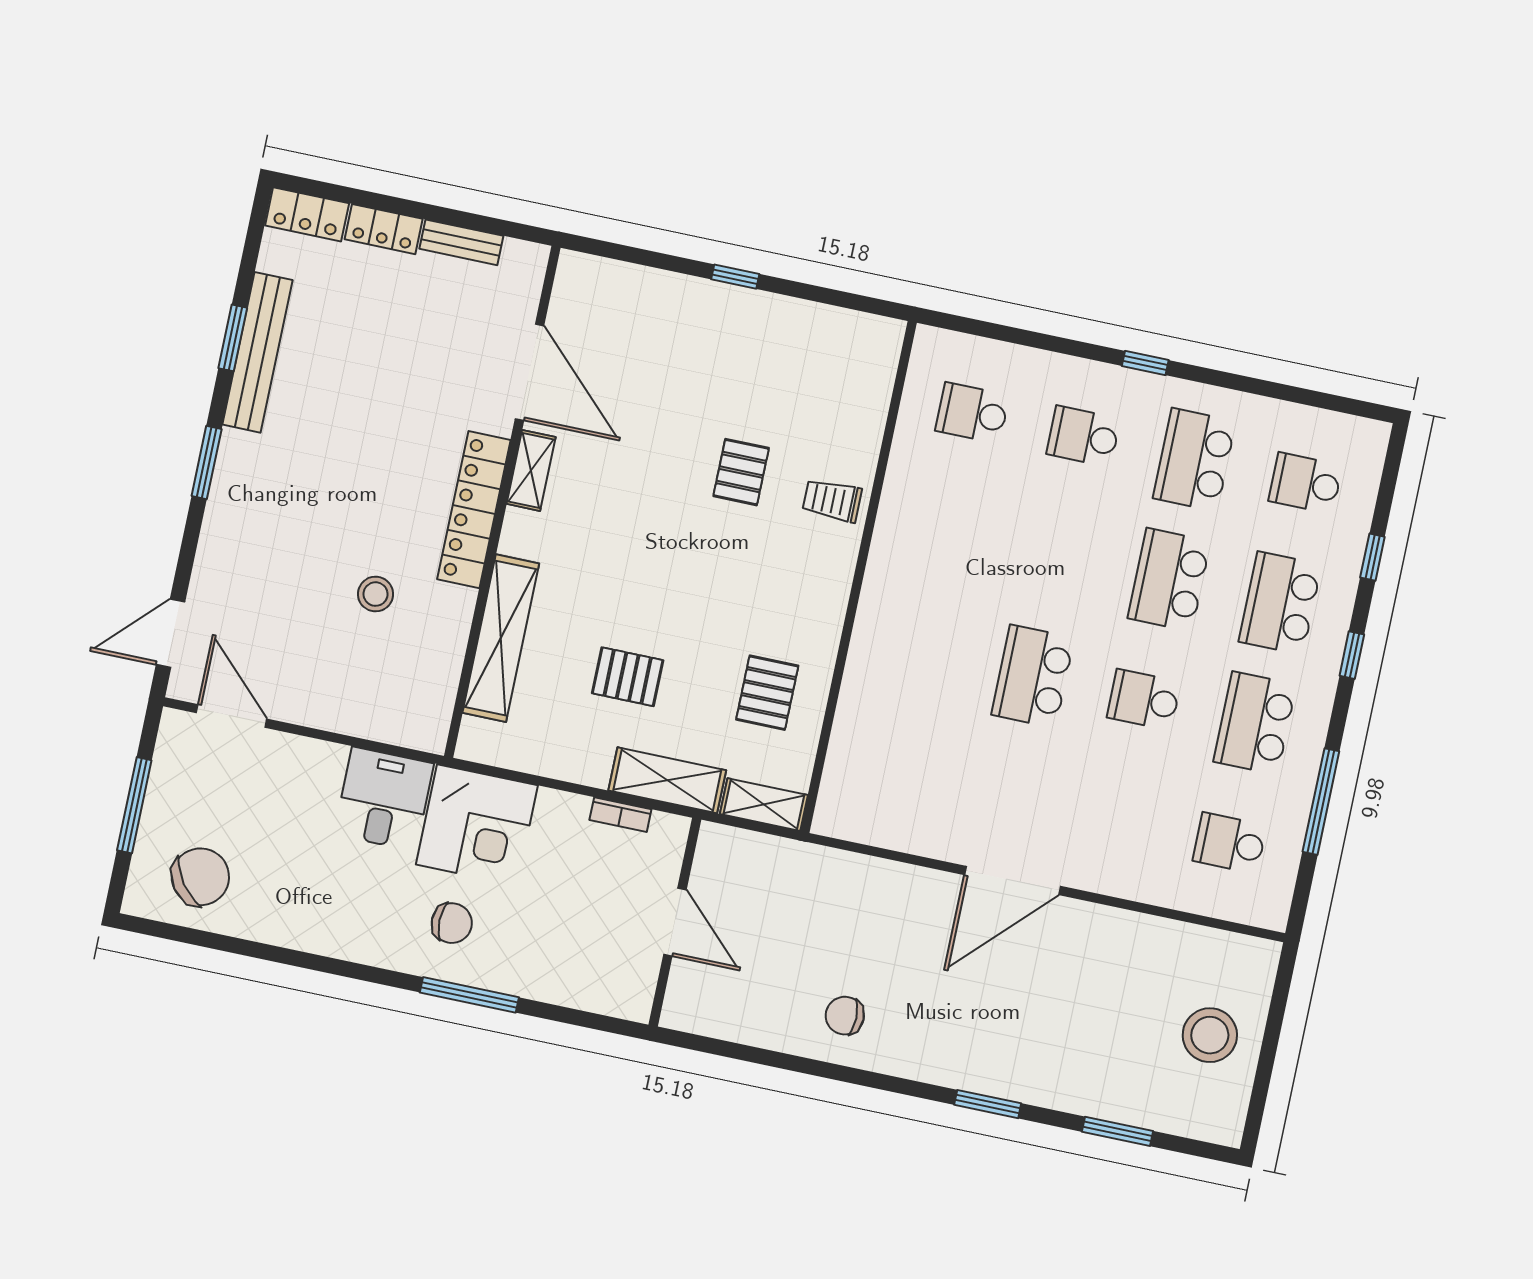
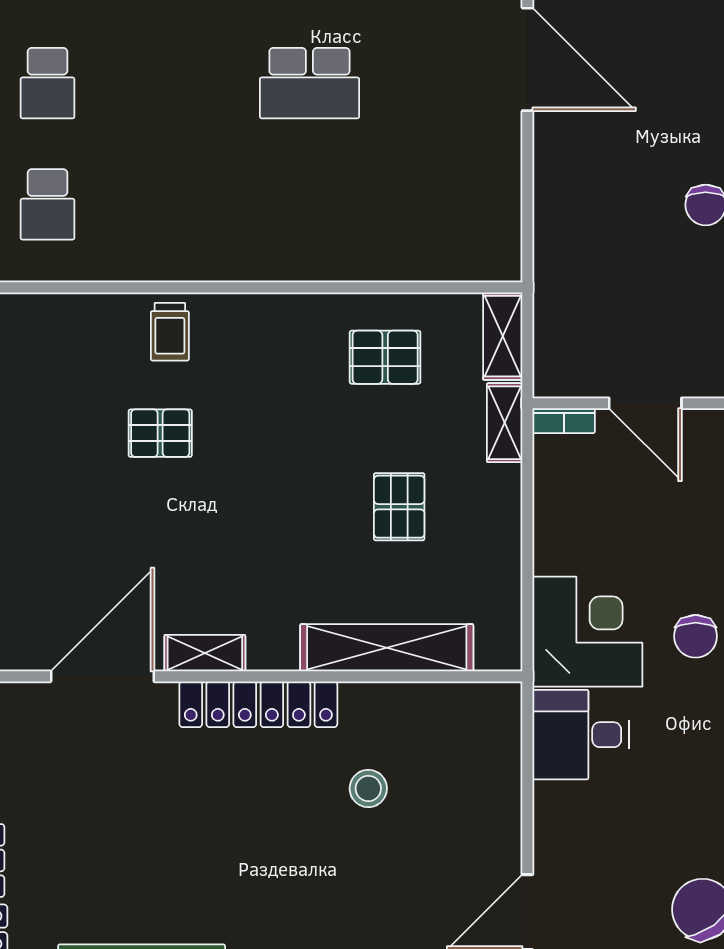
shelving: (667, 780) -> (505, 423), width x0.67, depth x0.75
bookcase: (620, 815) -> (564, 421), moved, turned 90
door: (675, 922) -> (645, 403), swing flipped
chair: (452, 923) -> (696, 636), turned 180

